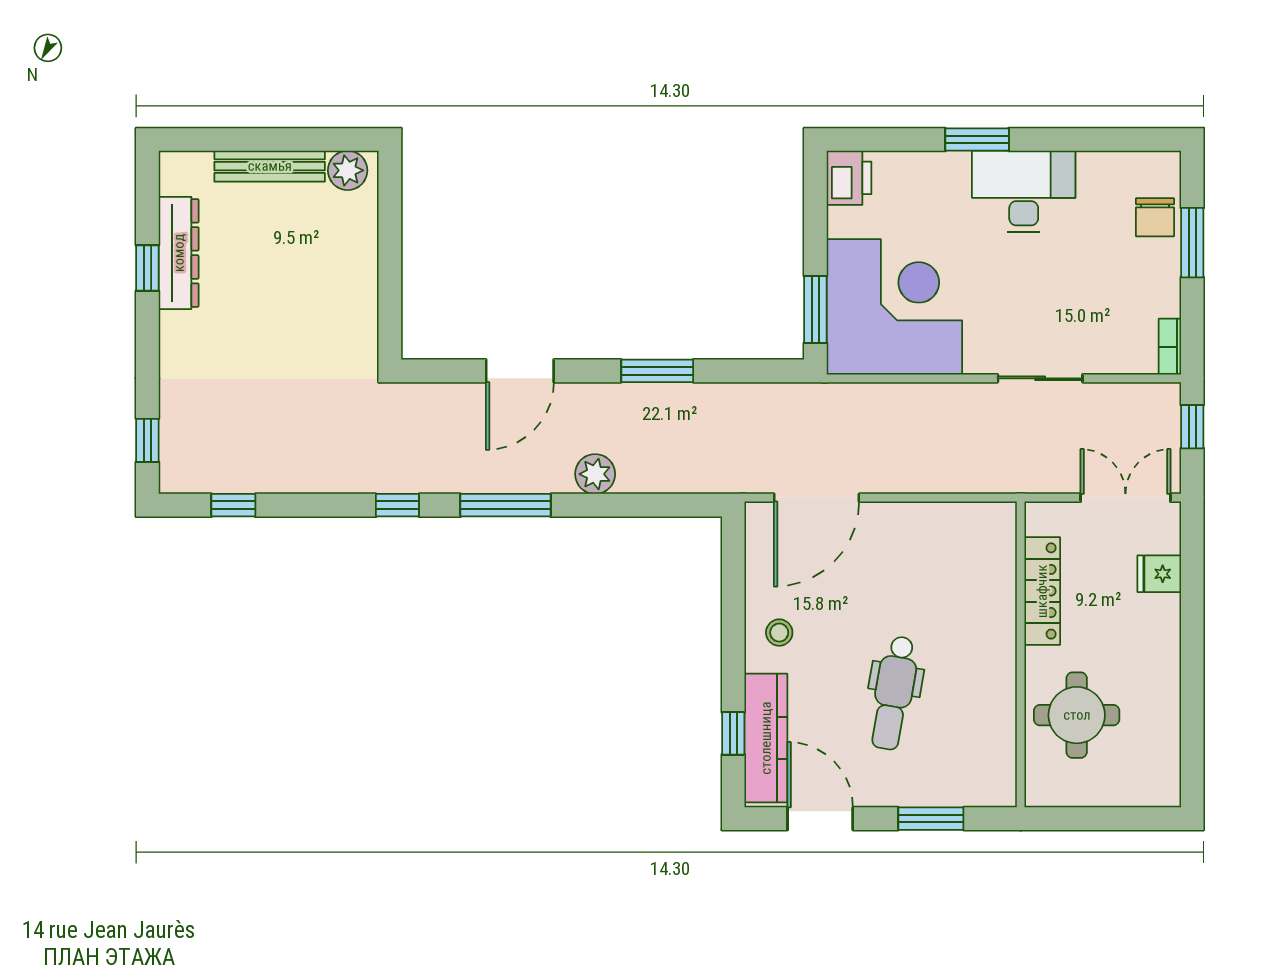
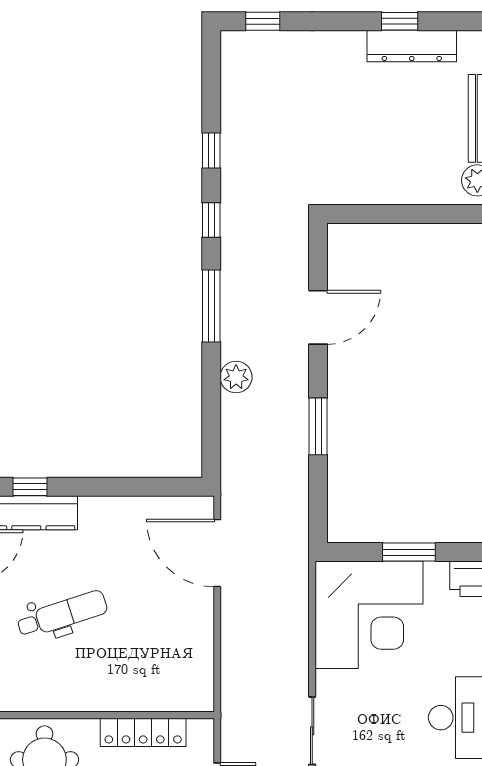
window: (815, 310) -> (409, 552), moved
door: (520, 371) -> (318, 317), swing flipped
window: (233, 505) -> (211, 150), moved
stool: (779, 633) -> (110, 523), removed
dental chair: (894, 693) -> (62, 614), turned 152

